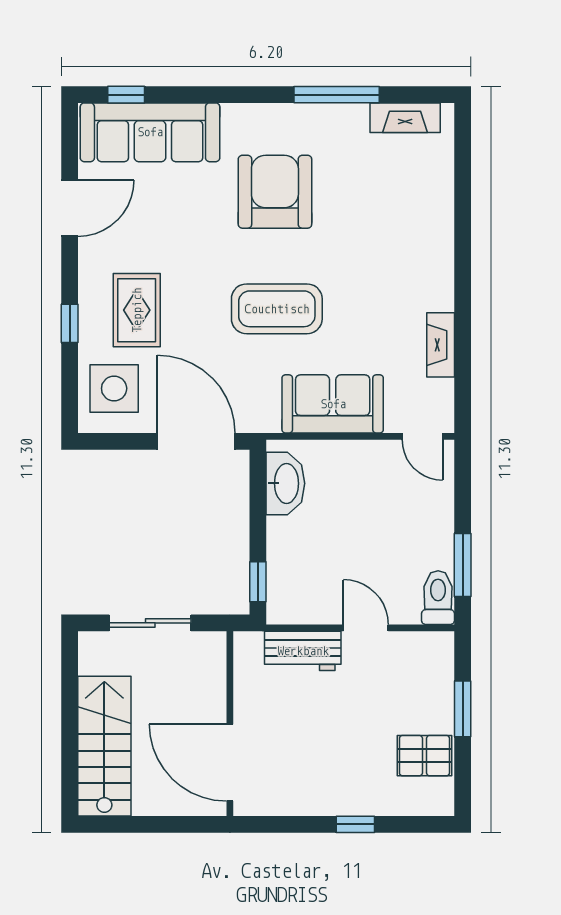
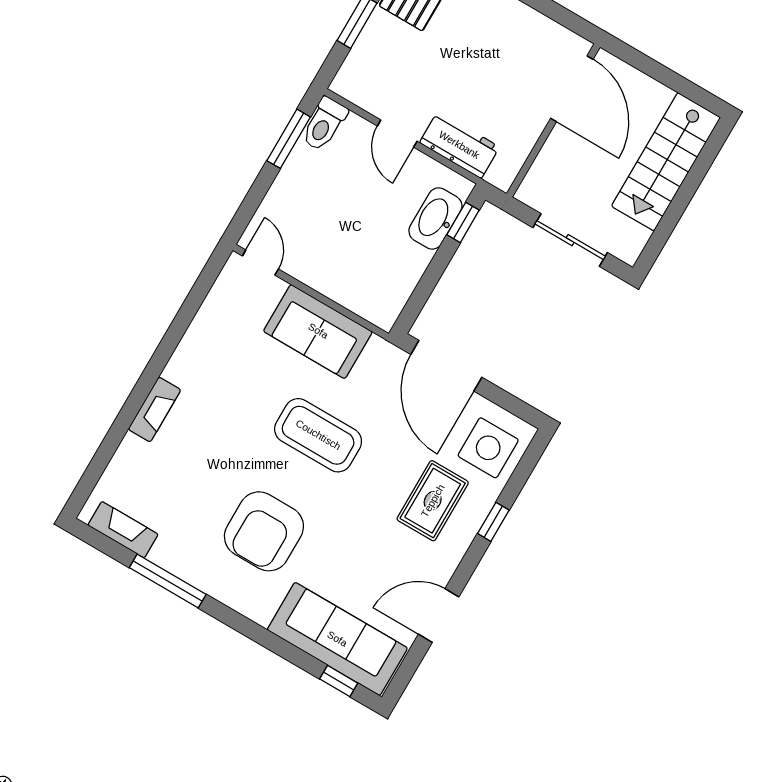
fireplace: (441, 345) -> (155, 410), moved
washbasin: (285, 483) -> (435, 218), moved

